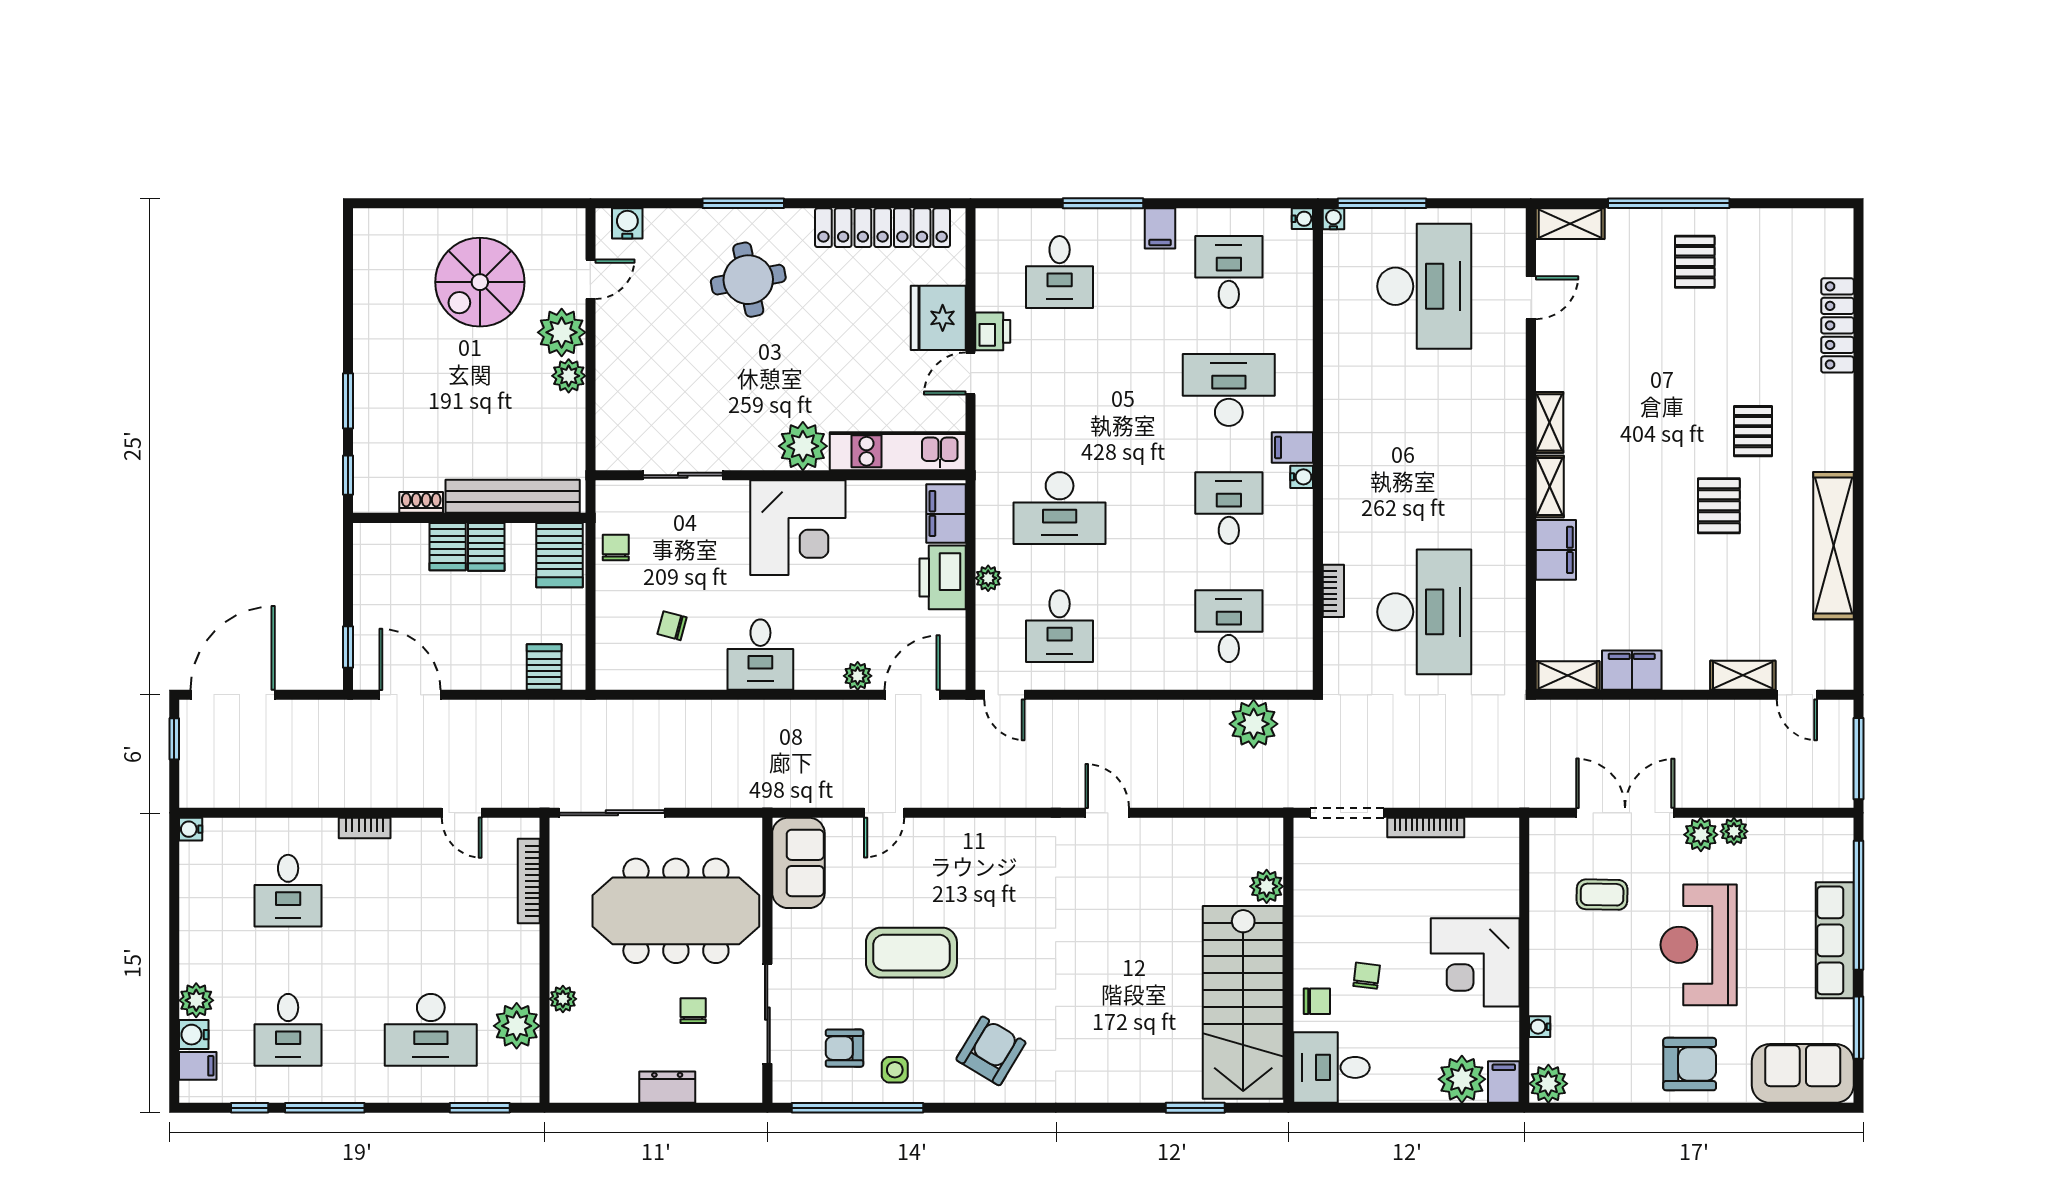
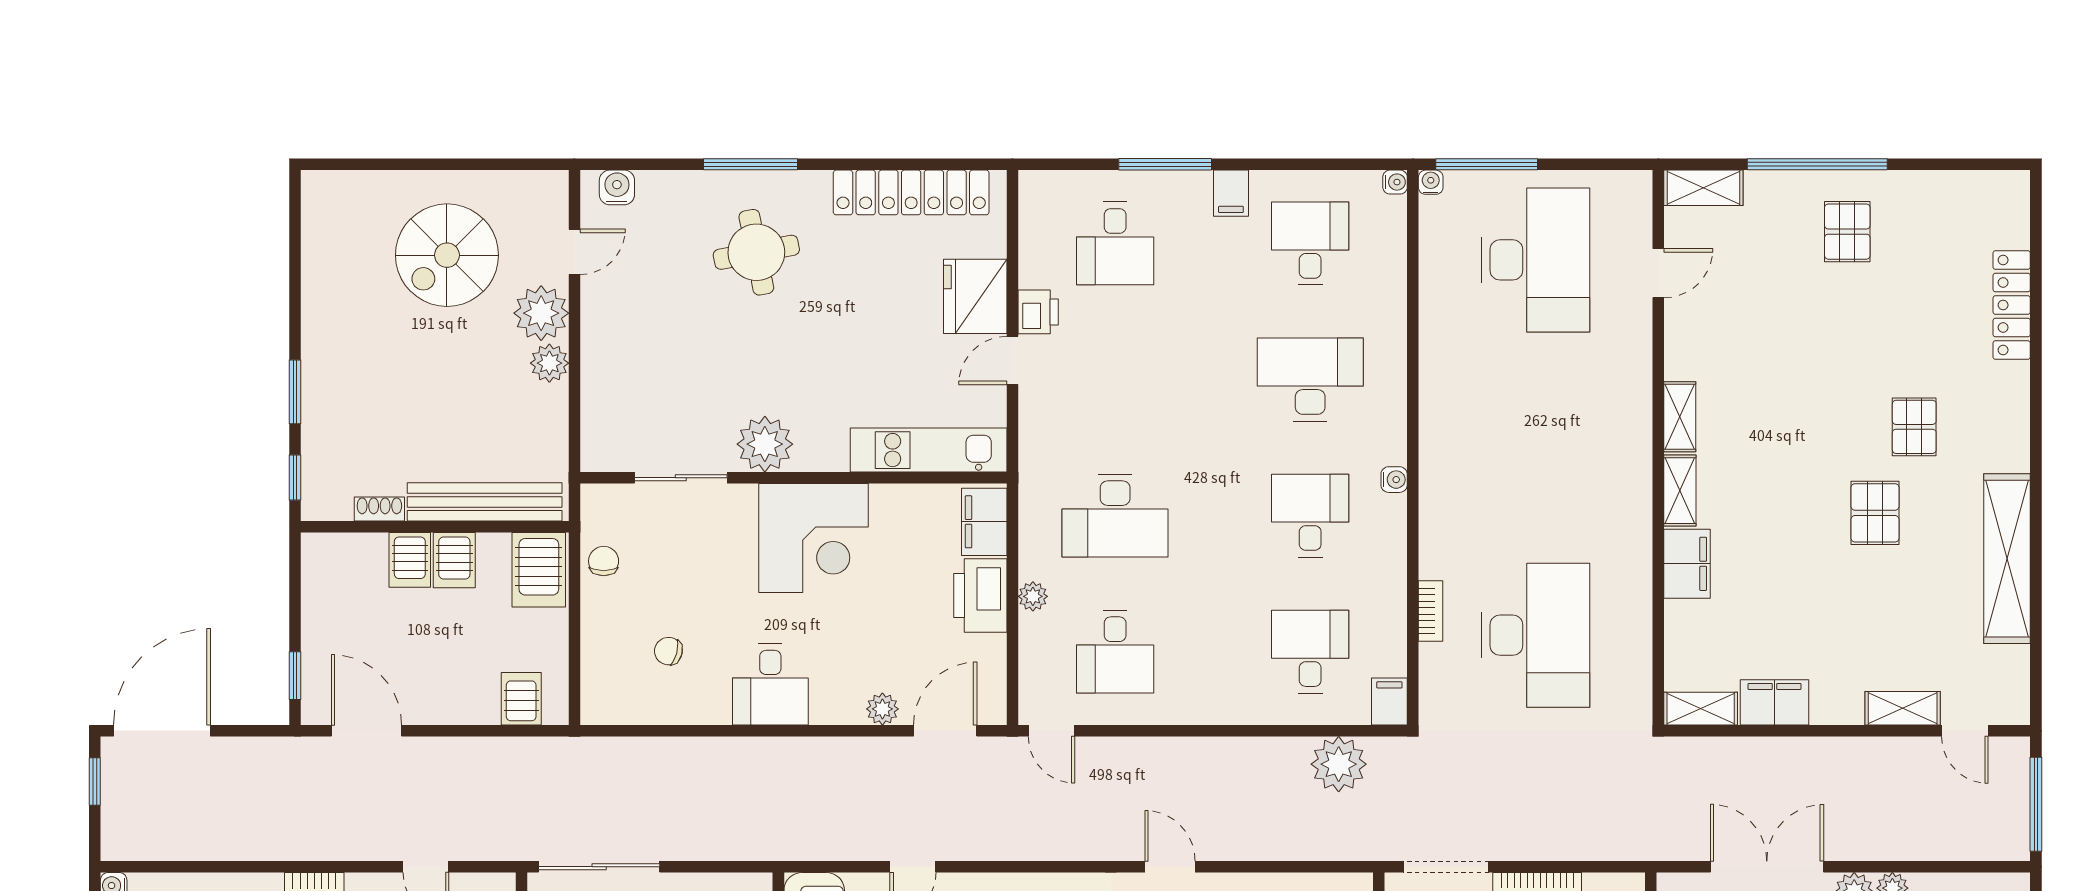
plant: (803, 446) -> (765, 444), moved
filing cabinet: (1292, 448) -> (1389, 701), moved, turned 90

